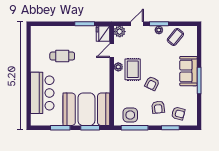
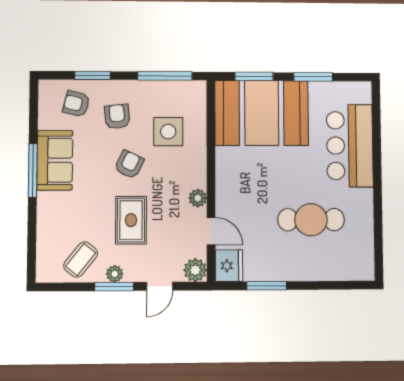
door: (112, 51) -> (211, 231), hinge flipped
cafe table: (62, 56) -> (311, 220), width x1.37, depth x1.35
rug: (133, 69) -> (131, 220), moved
sofa: (188, 71) -> (55, 160), moved
side table: (130, 115) -> (168, 132), moved

